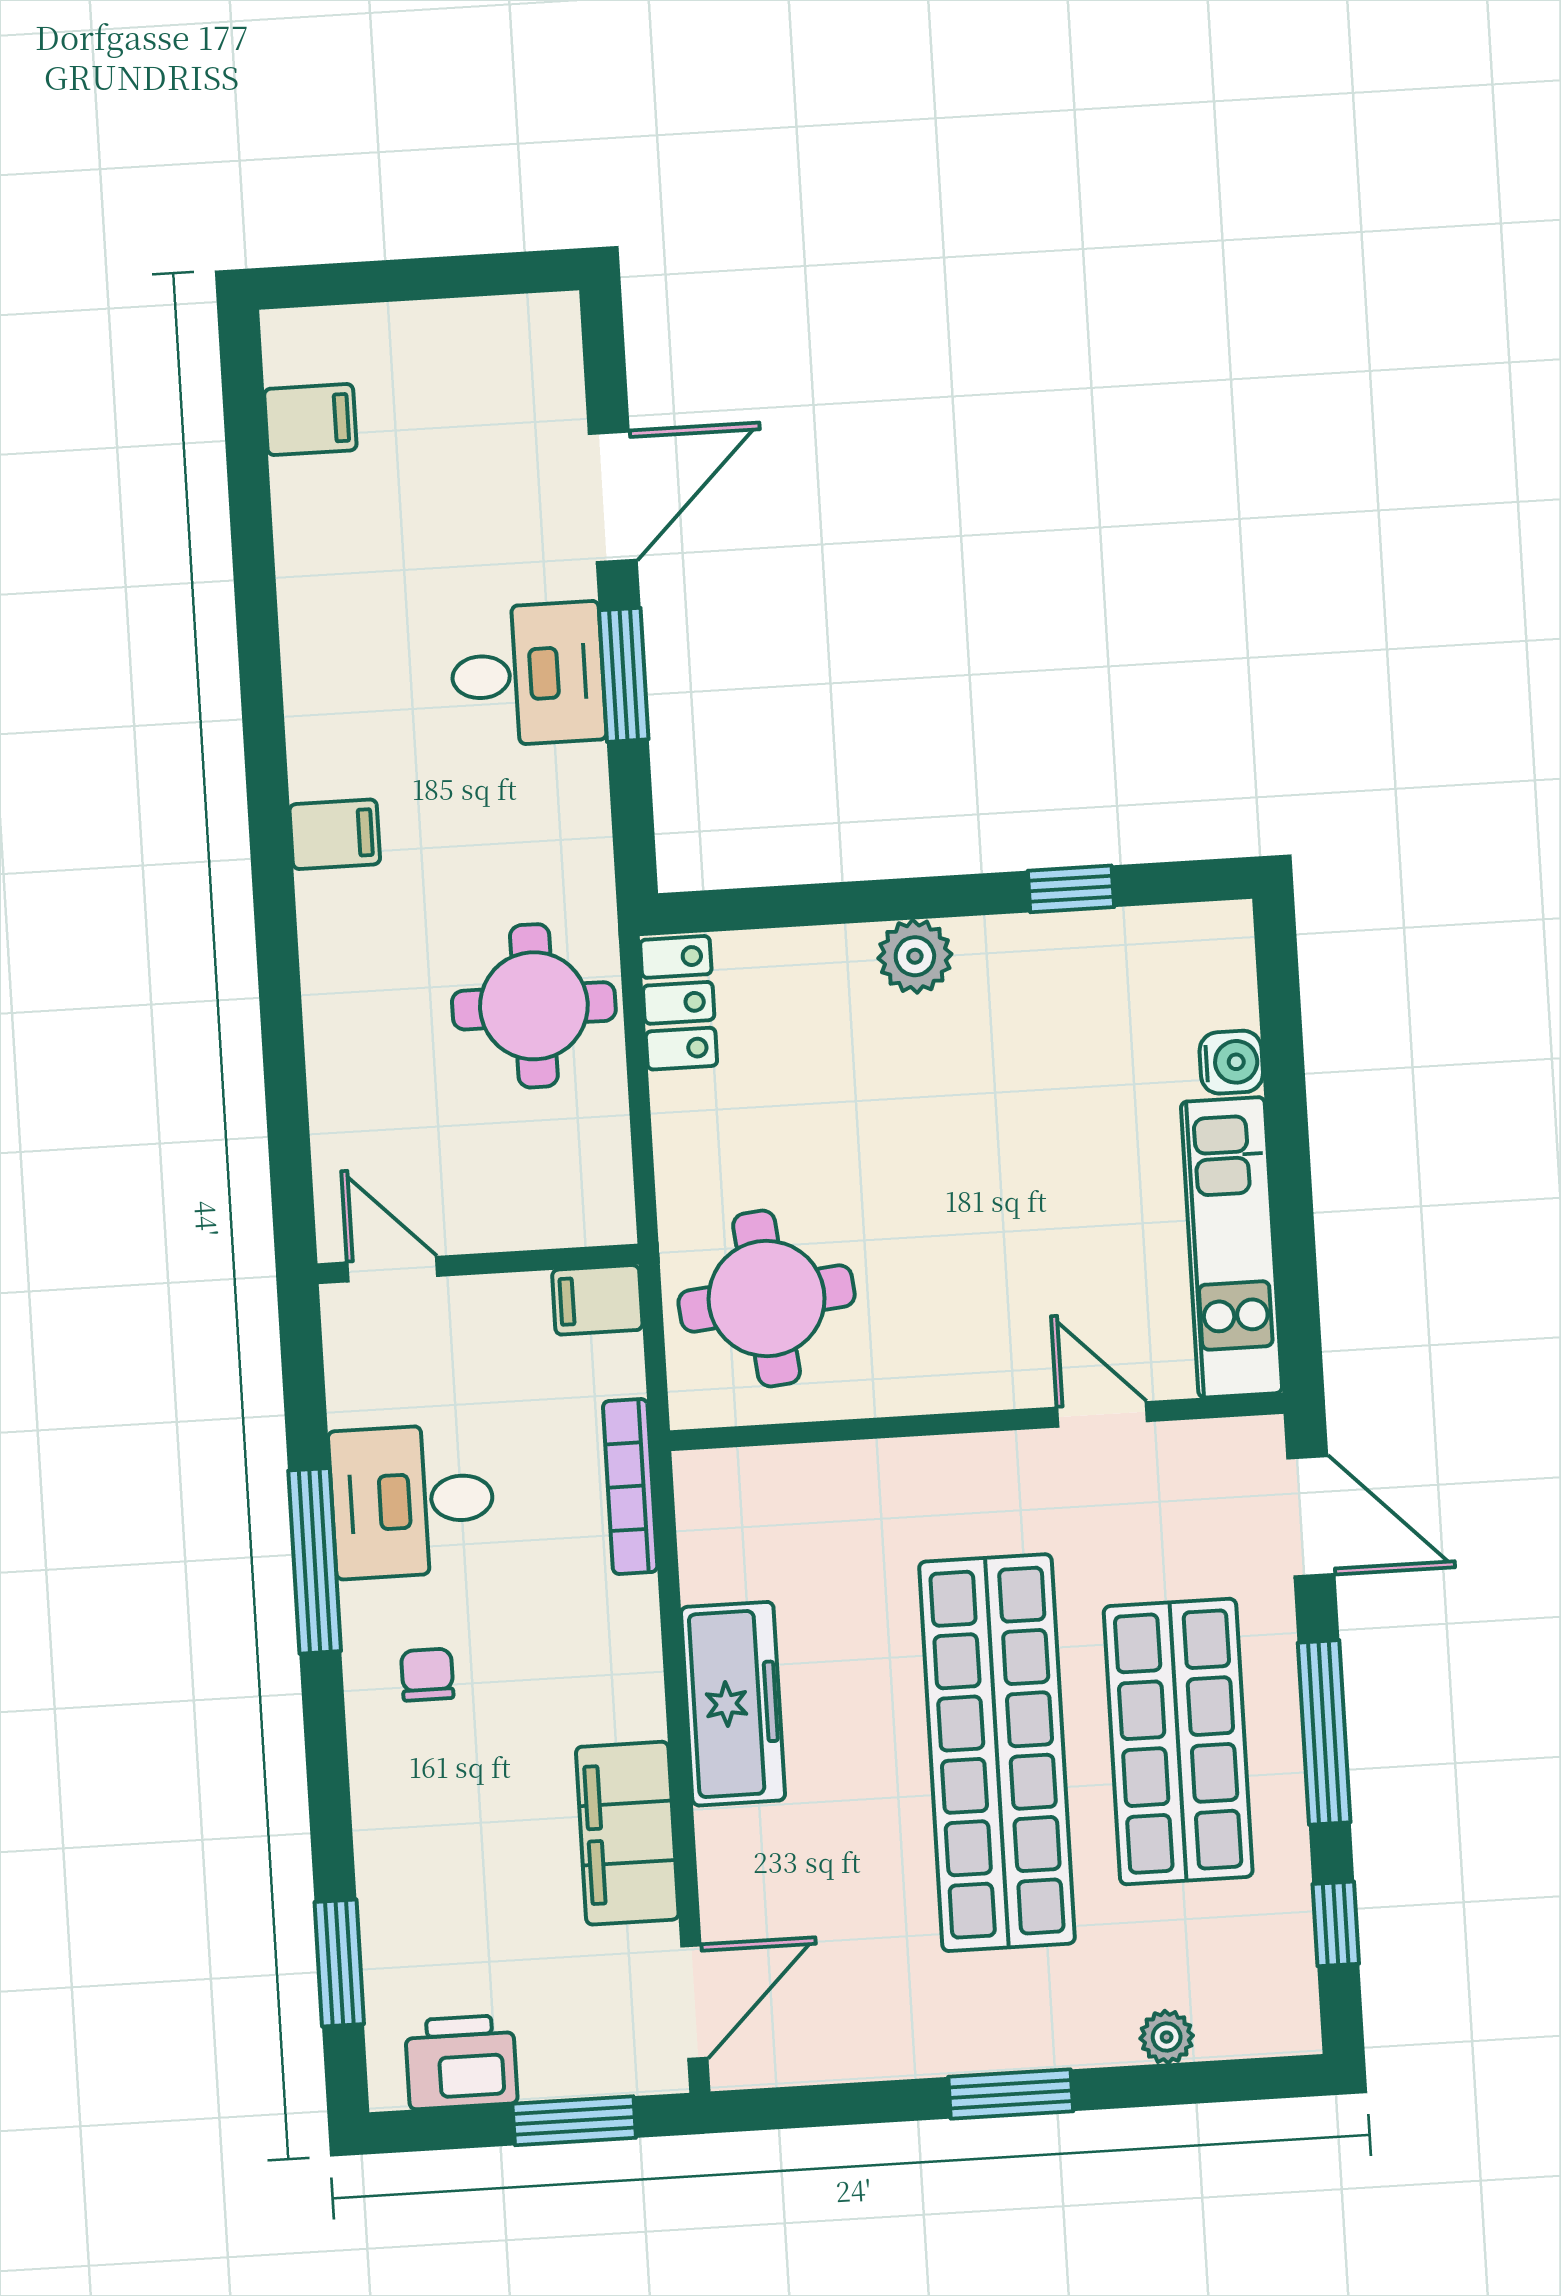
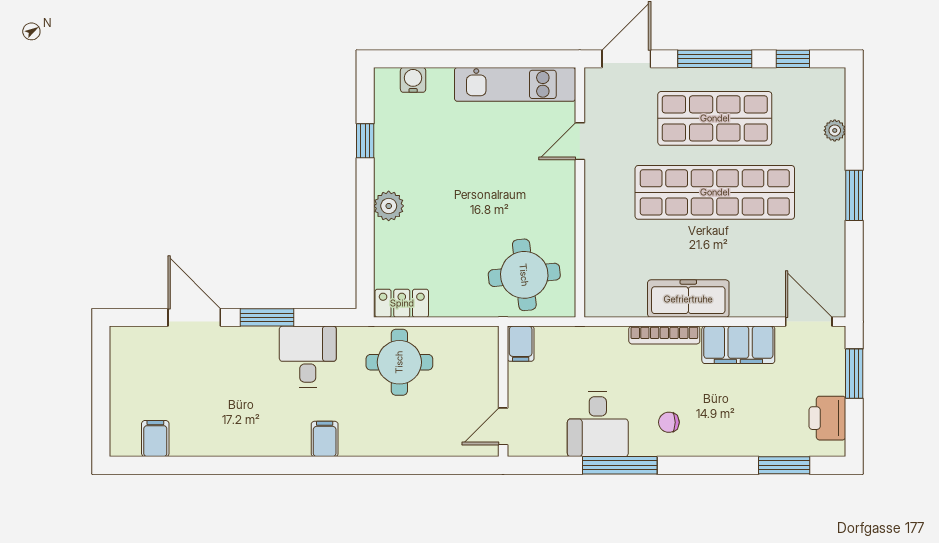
desk: (528, 674) -> (308, 357), moved
water cooler: (1231, 1062) -> (413, 80), moved
bookcase: (630, 1487) -> (664, 335), moved

